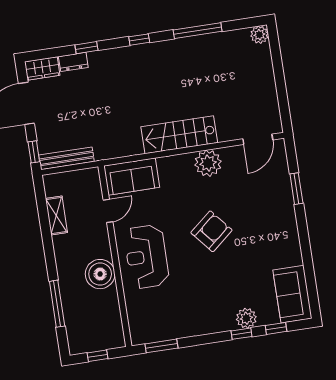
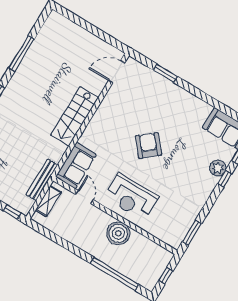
plant: (259, 35) -> (55, 18), removed
door: (258, 139) -> (117, 72), swing flipped
bench: (66, 158) -> (42, 180), moved
plant: (208, 163) -> (106, 113), removed
shelving: (56, 216) -> (48, 201), moved, turned 90
window: (57, 304) -> (114, 274), width x1.46

